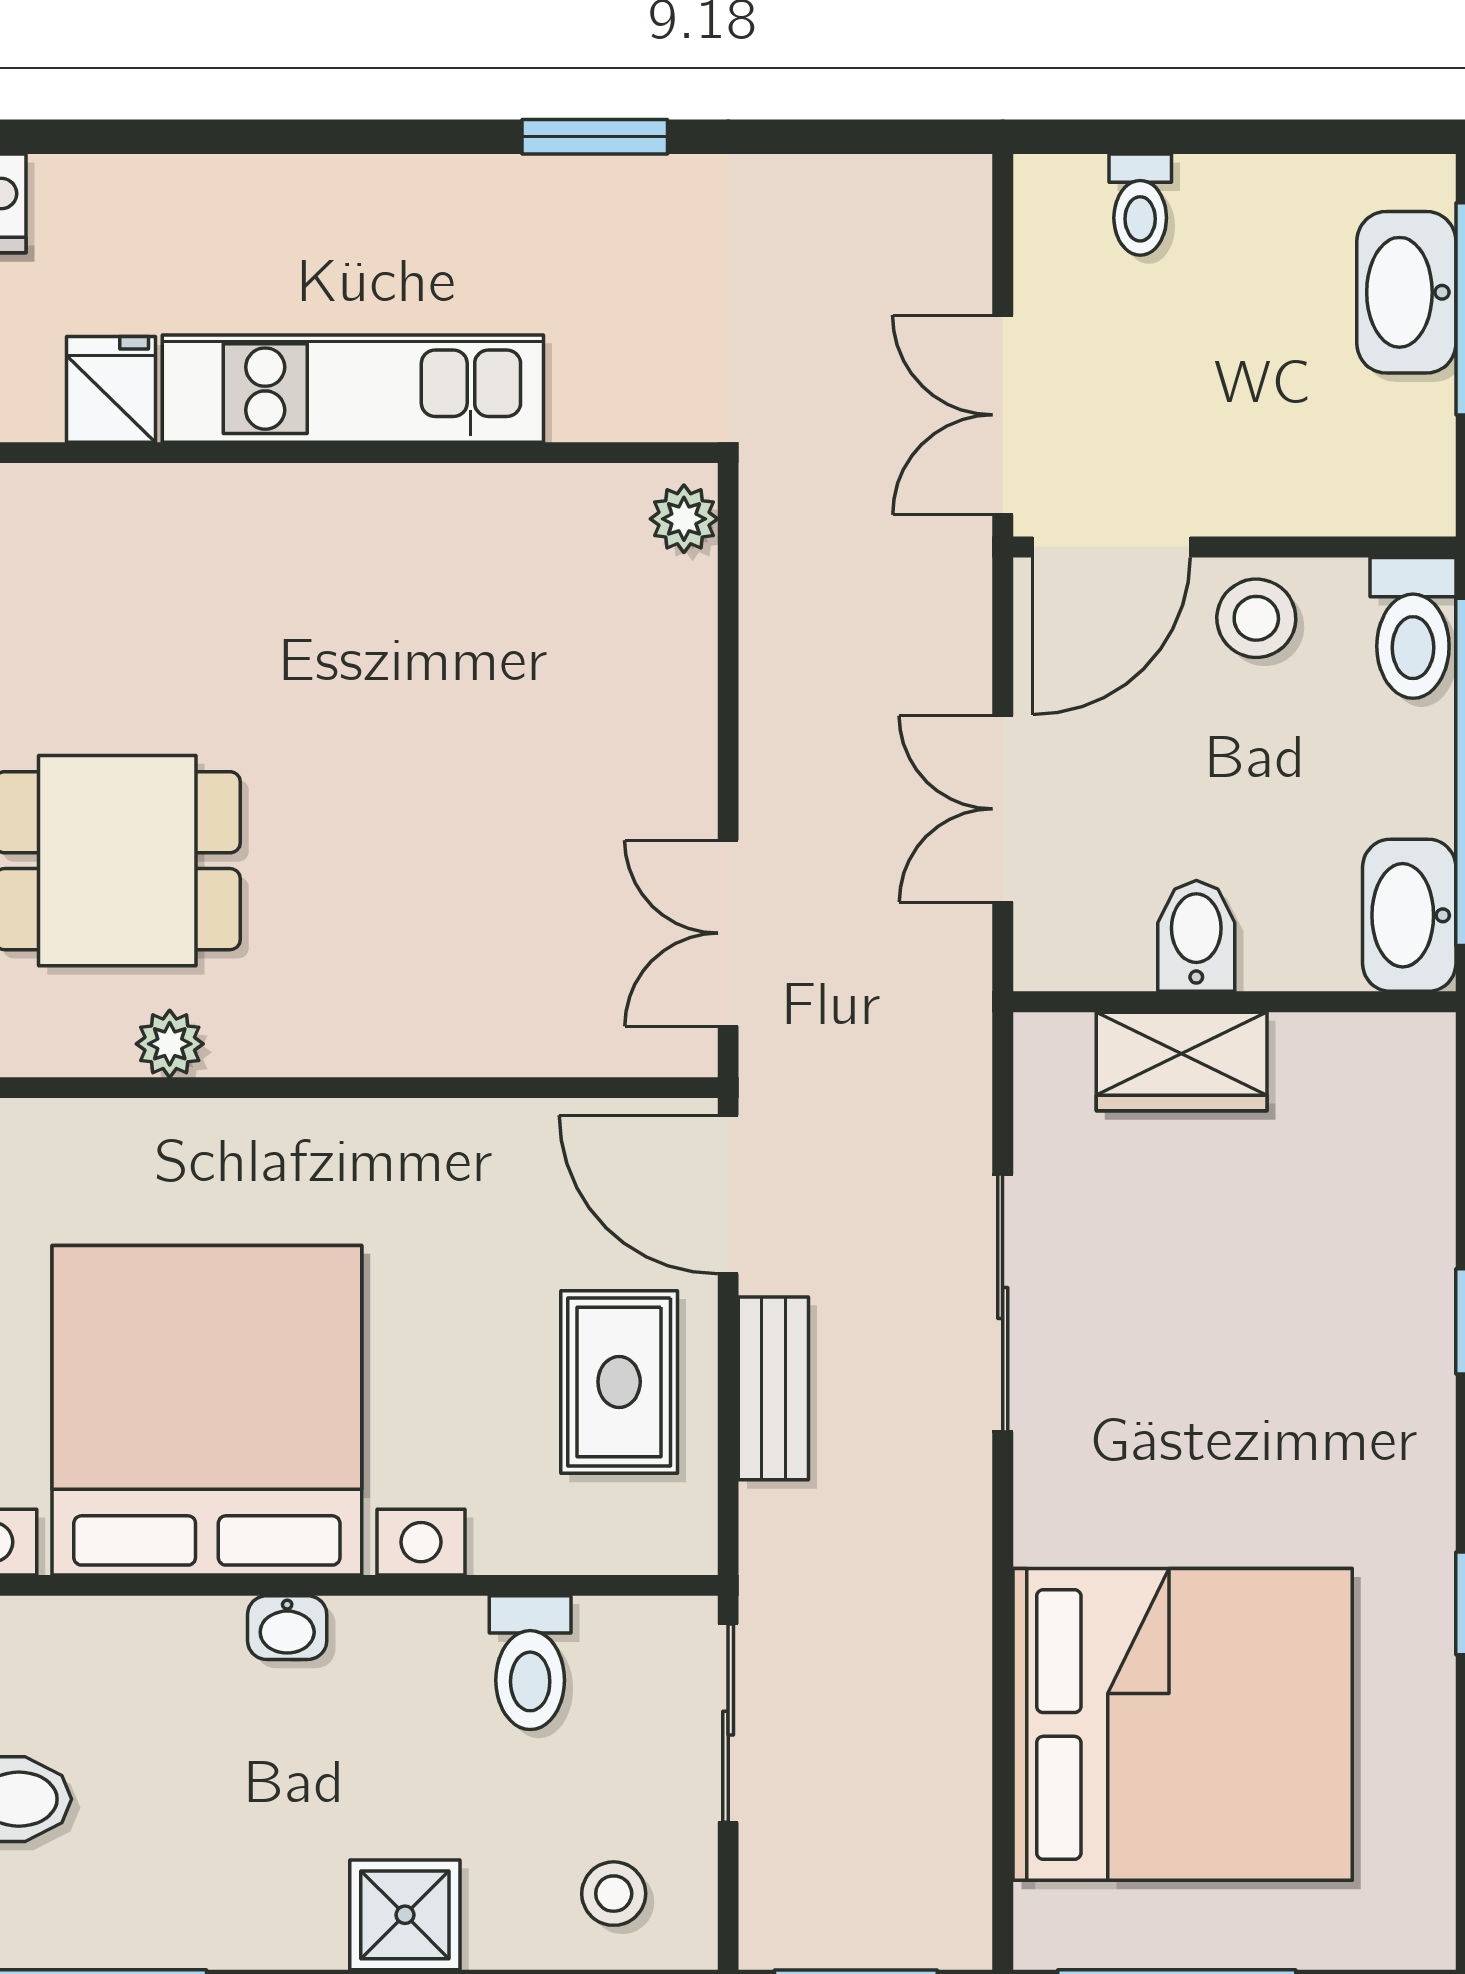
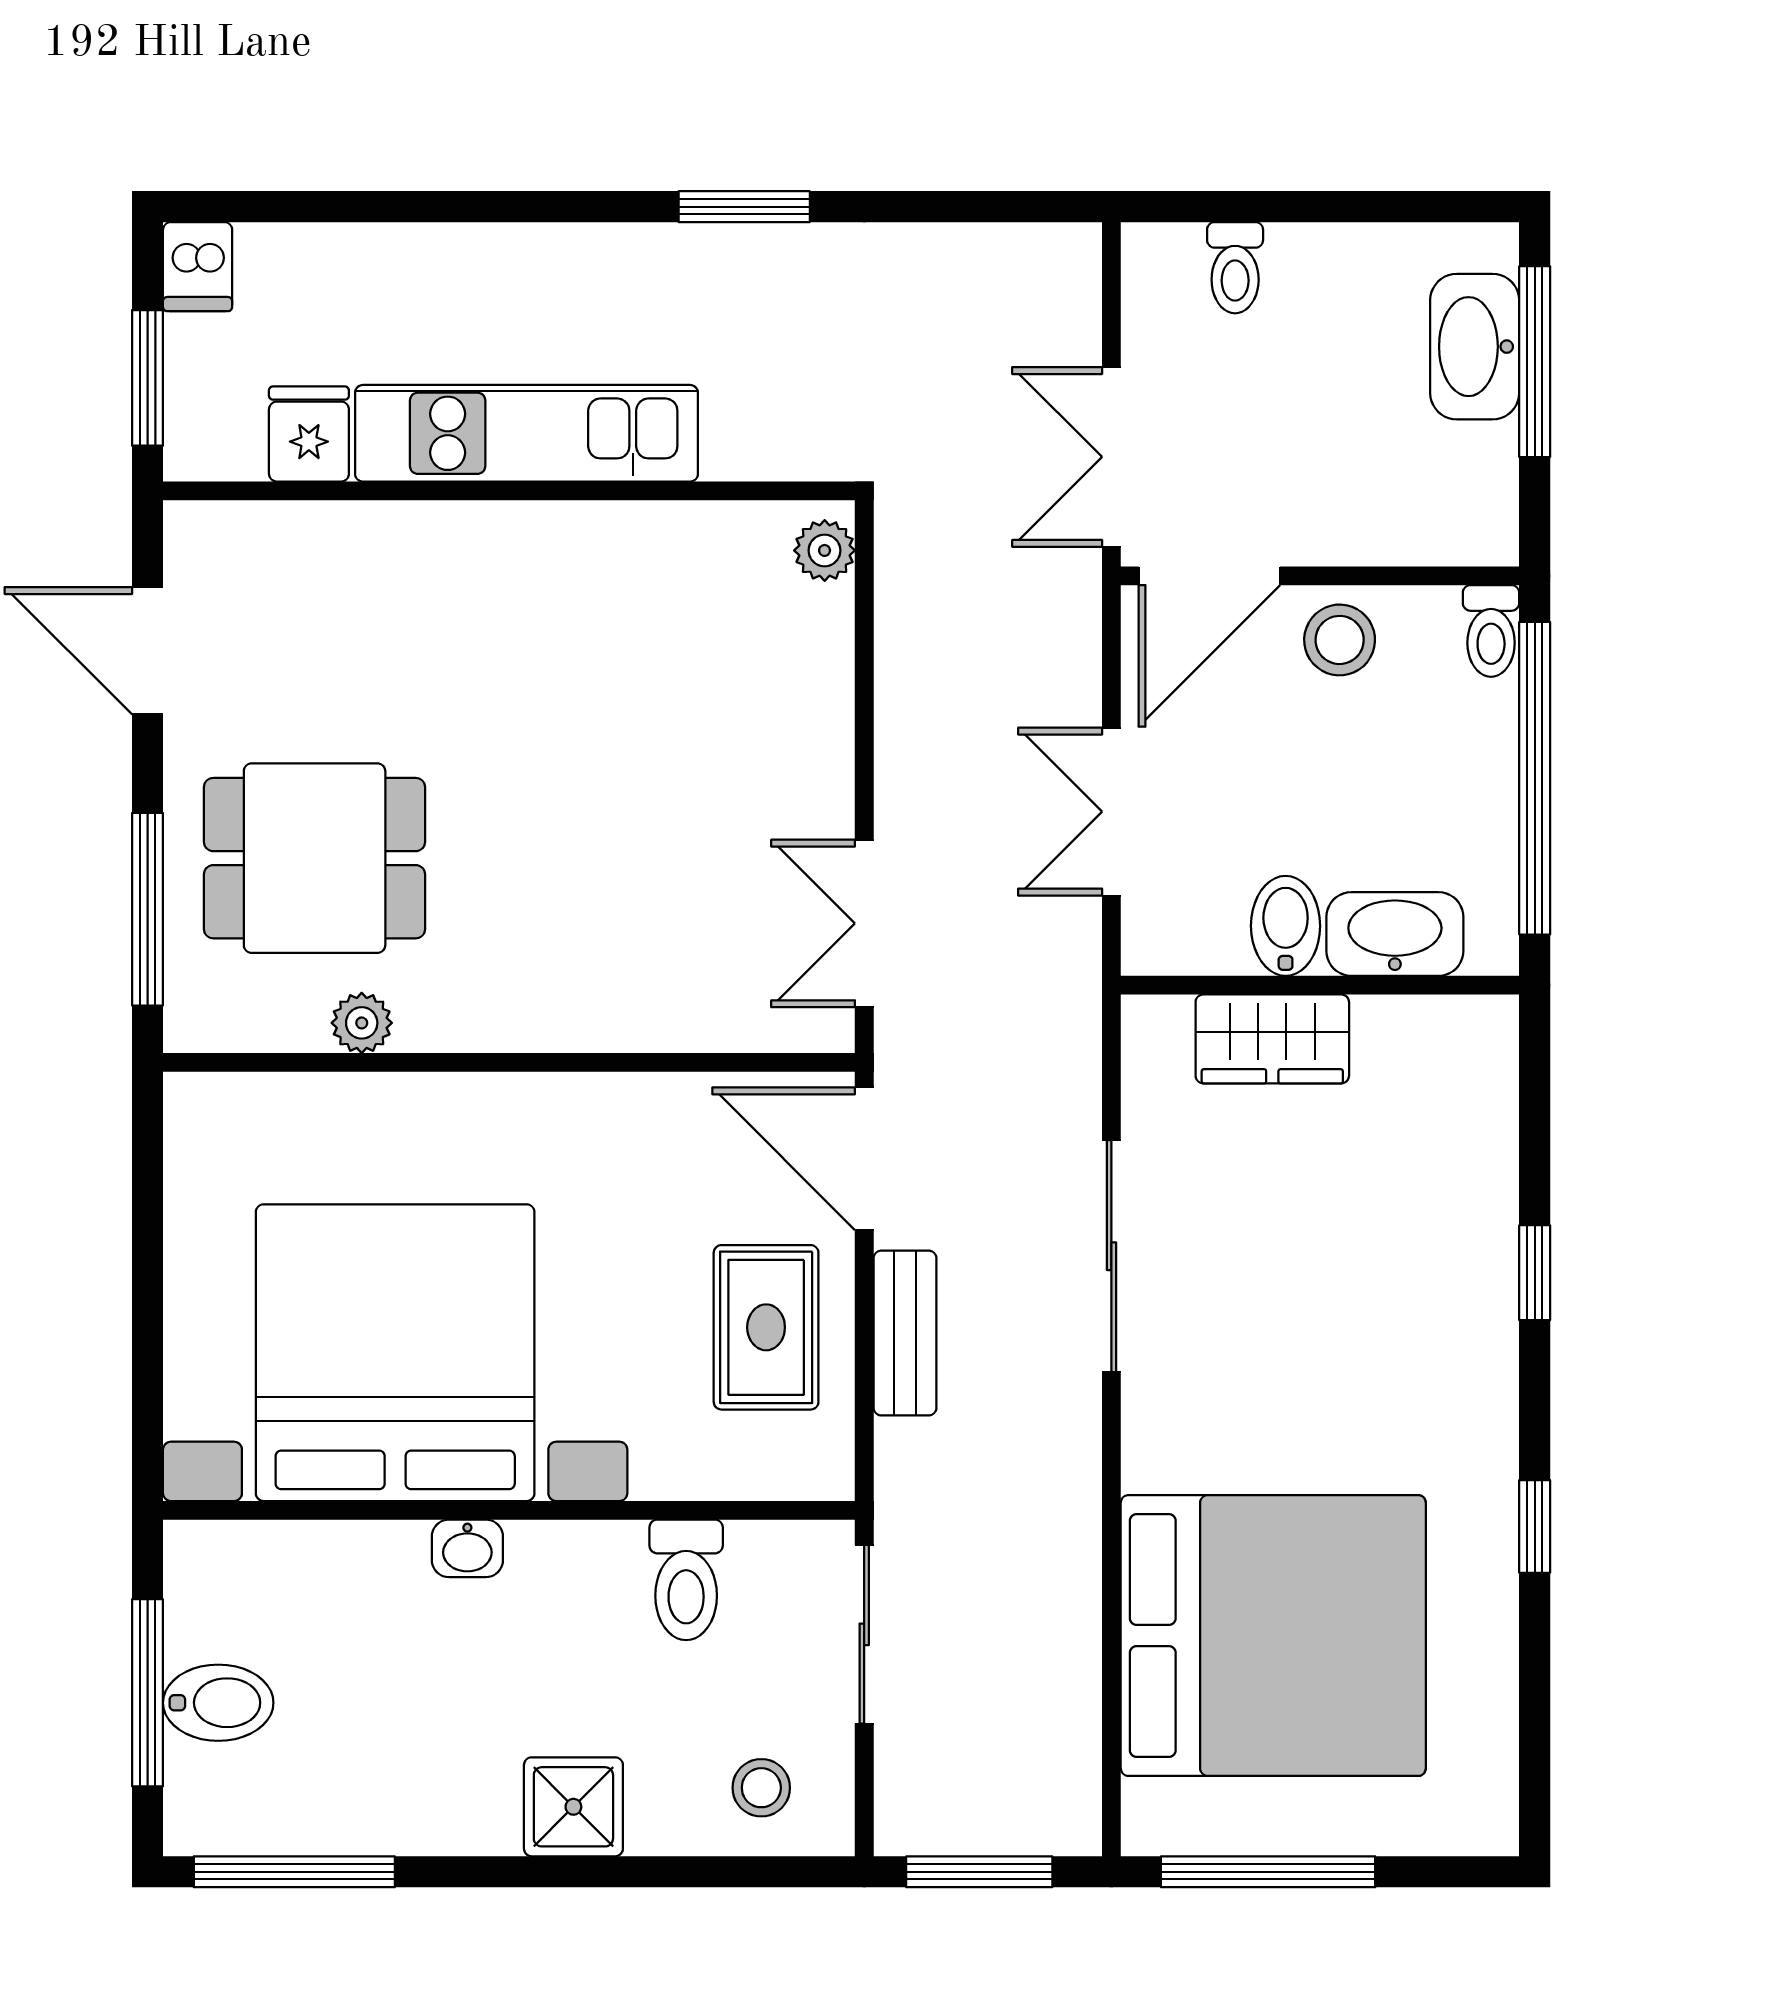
toilet: (1413, 628) -> (1491, 631), width x0.73, depth x0.72
washbasin: (1409, 915) -> (1395, 934), moved, turned 90

